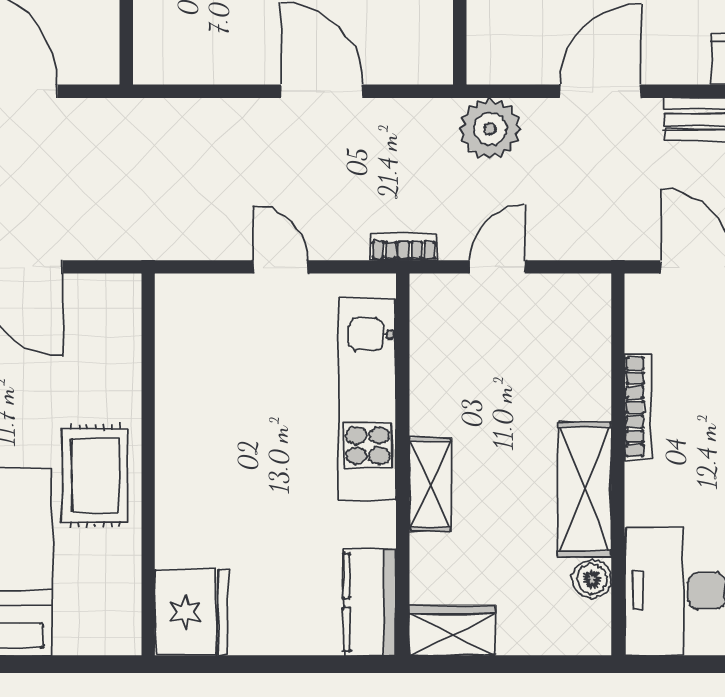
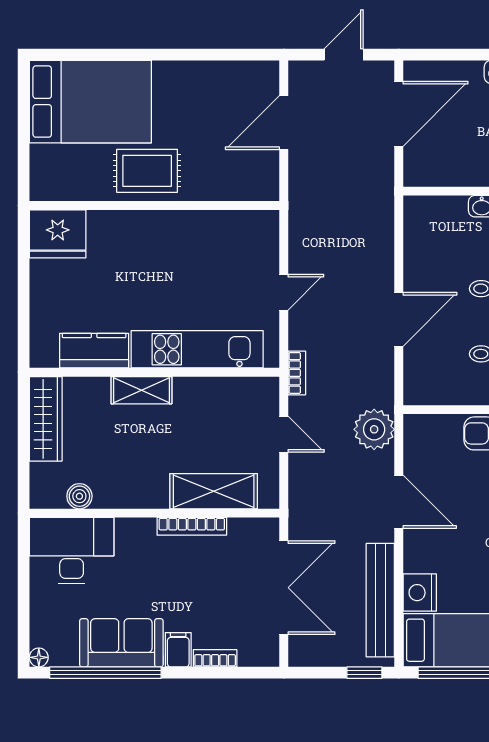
shelving: (584, 489) -> (214, 491), moved
kitchen counter: (370, 603) -> (94, 351), moved
wardrobe: (452, 630) -> (46, 419), width x1.50

